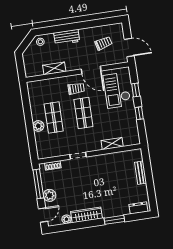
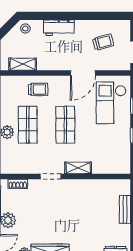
shelving: (54, 68) -> (23, 64), moved
door: (91, 70) -> (83, 73), hinge flipped
trolley: (76, 89) -> (38, 90), moved
shelving: (112, 144) -> (78, 168), moved

